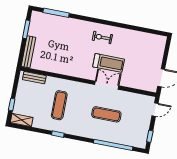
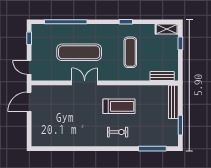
exercise bike: (102, 37) -> (118, 132), moved
treadmill: (109, 63) -> (119, 106), moved, turned 180
double door: (107, 85) -> (85, 83), swing flipped
door: (155, 110) -> (29, 67), hinge flipped
exercise mat: (106, 114) -> (79, 52), width x1.36, depth x1.45

